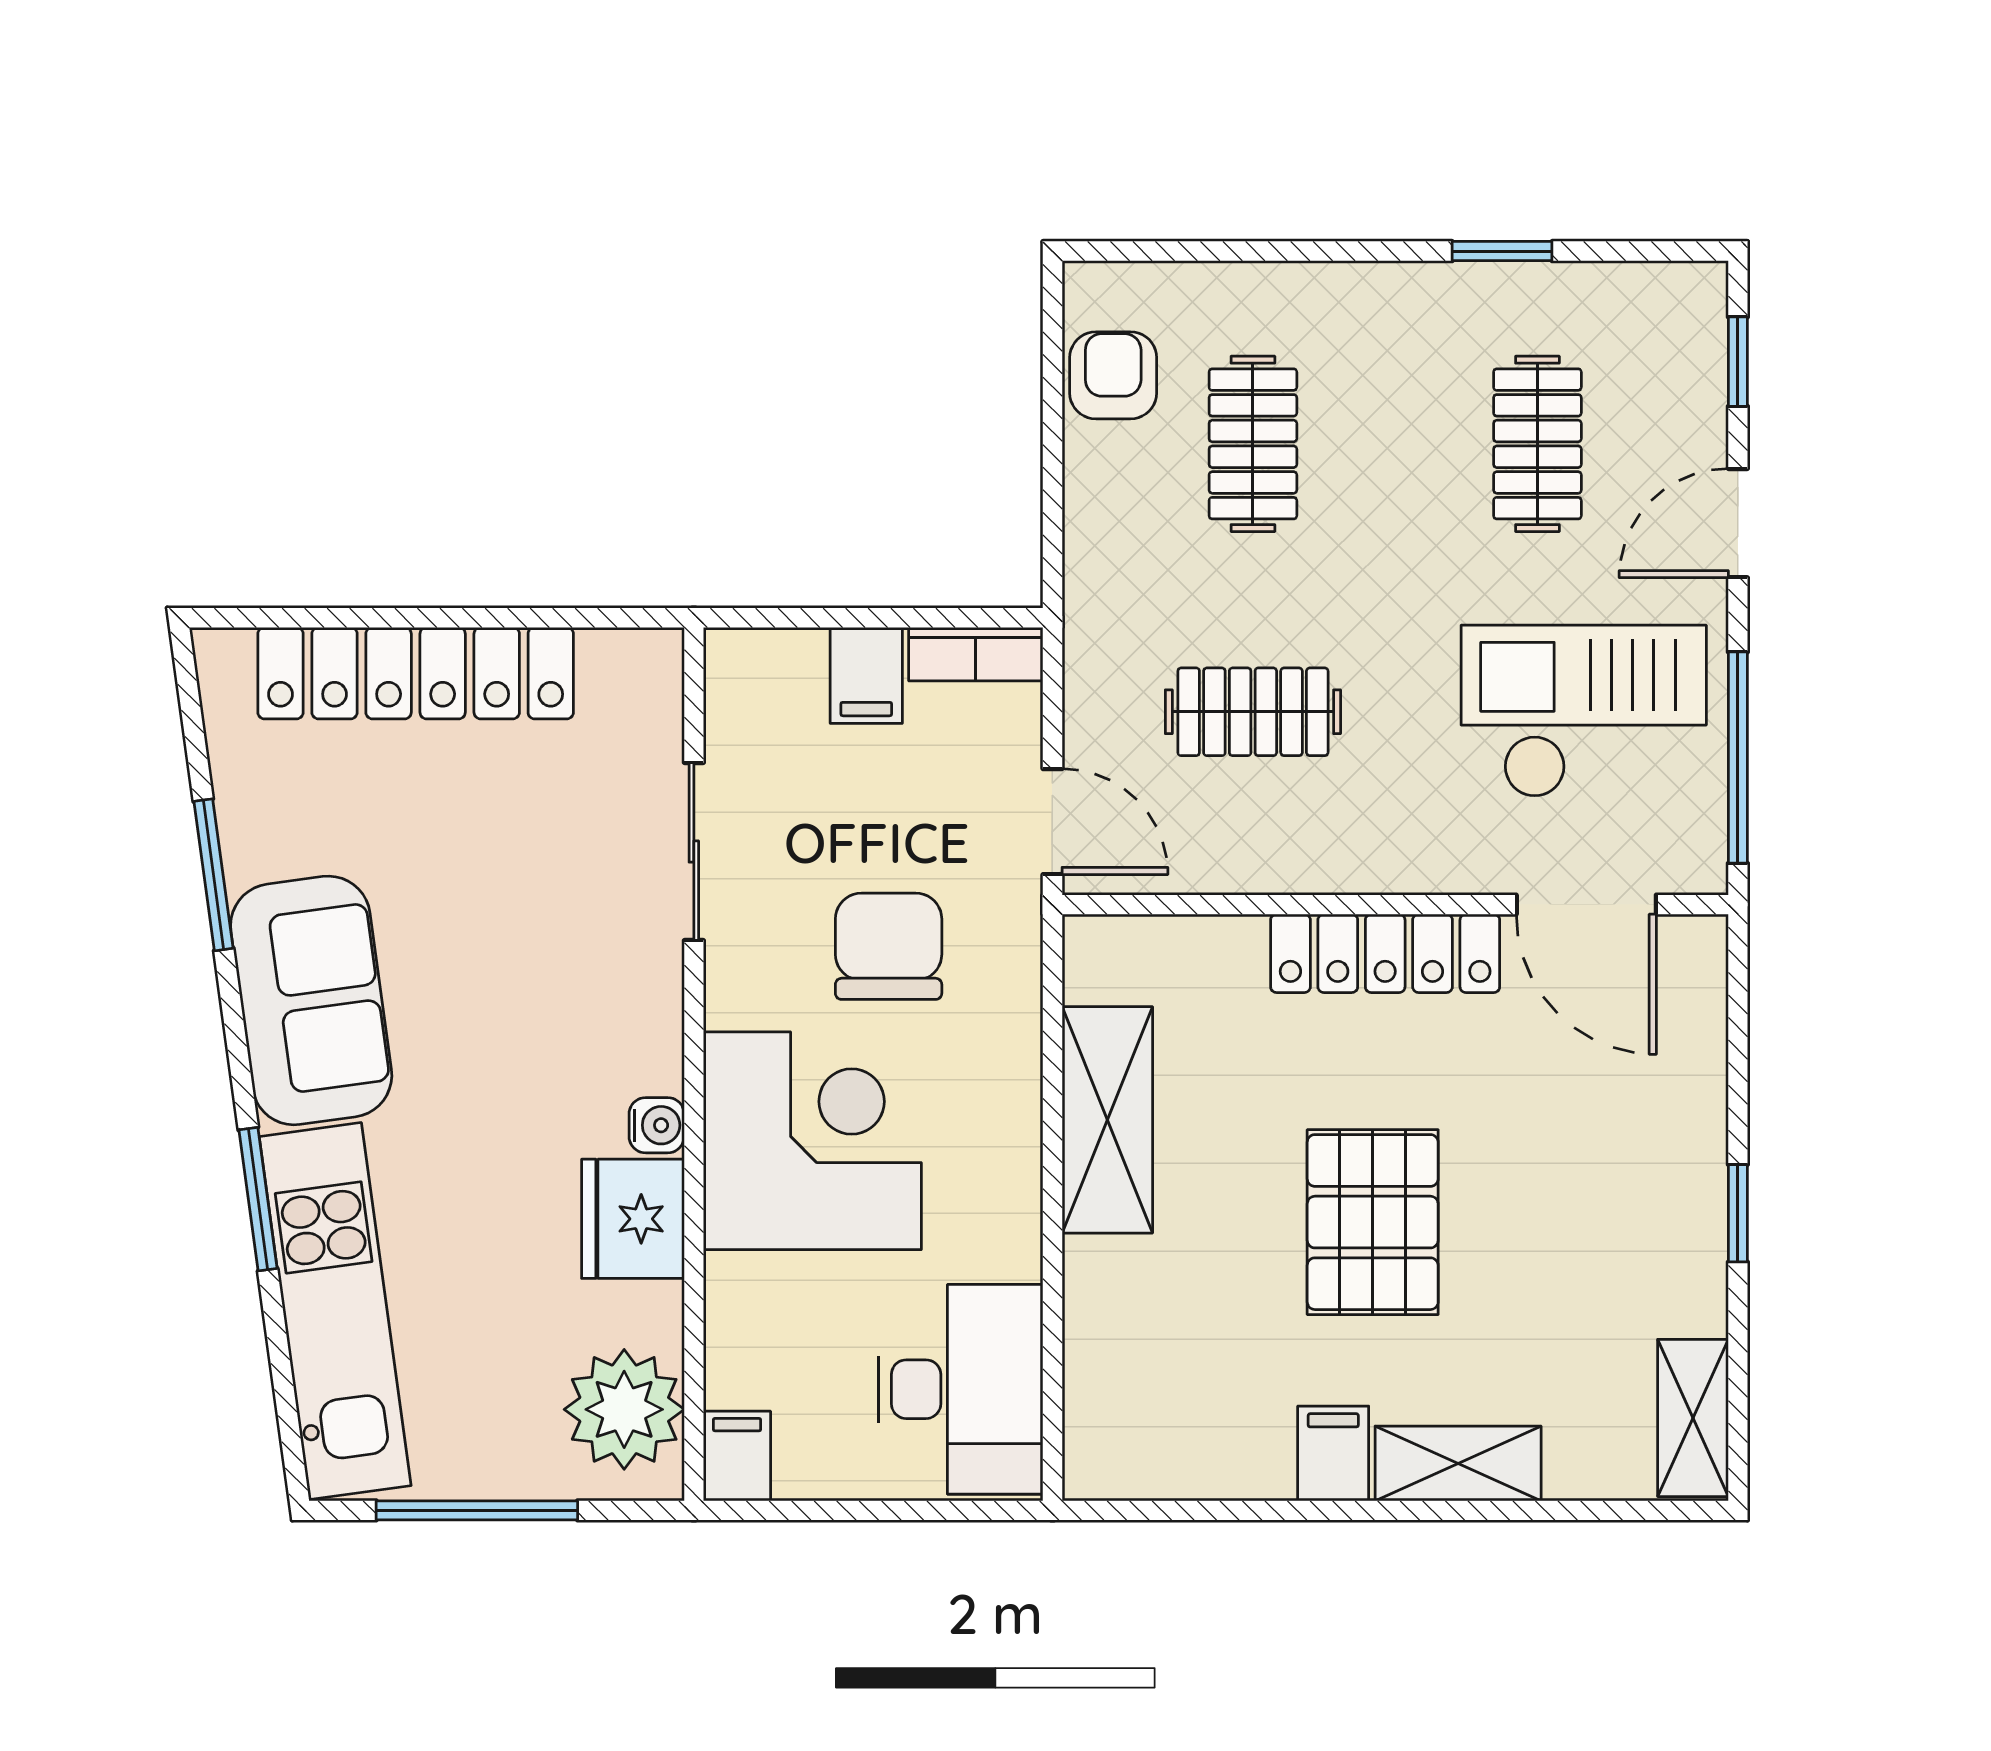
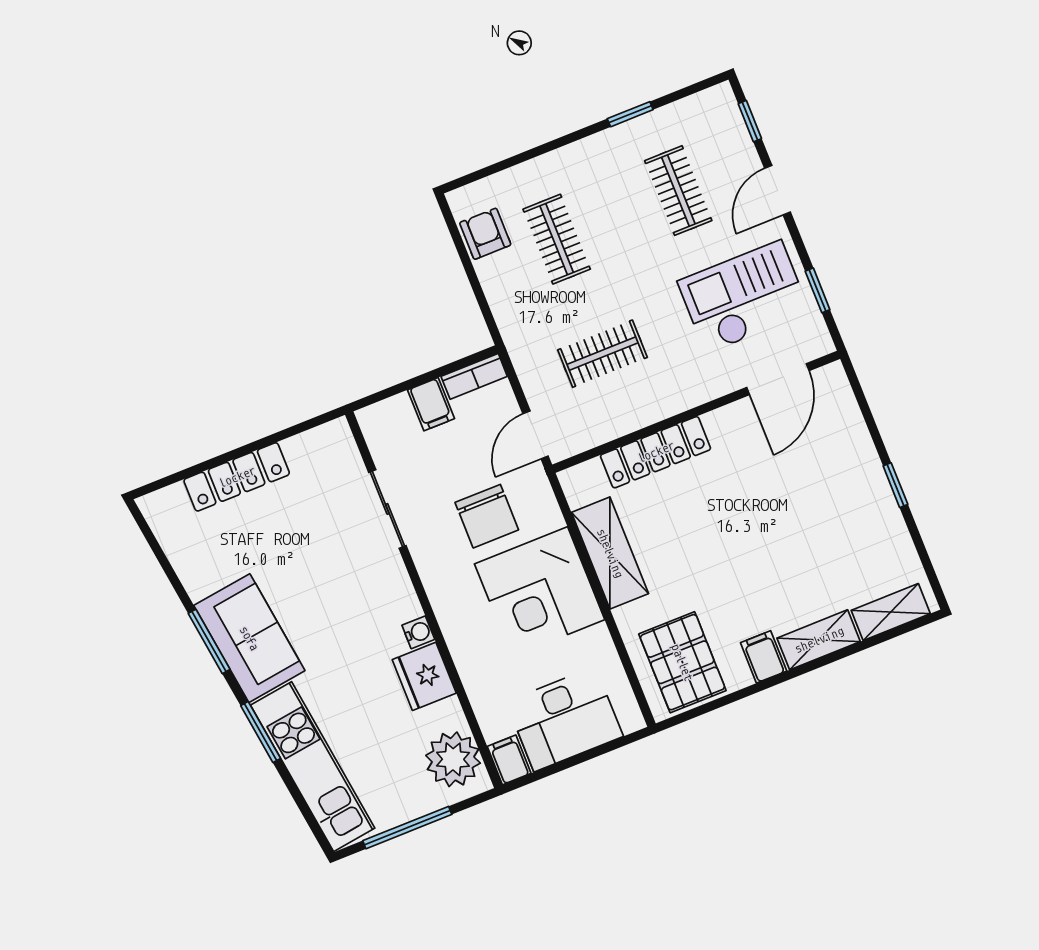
locker: (416, 673) -> (237, 477), width x0.71, depth x0.83
window: (1738, 758) -> (818, 290), width x0.46
door: (1052, 822) -> (536, 435), swing flipped
window: (213, 875) -> (209, 641), moved
door: (1586, 905) -> (778, 379), hinge flipped
chair: (889, 946) -> (487, 516), turned 180
locker: (1385, 953) -> (656, 452), moved
corner desk: (812, 1141) -> (540, 592), moved, turned 180
pallet: (1373, 1222) -> (682, 662), moved
desk: (961, 1389) -> (565, 719), moved, turned 90
shelving: (1693, 1418) -> (891, 612), moved, turned 90

